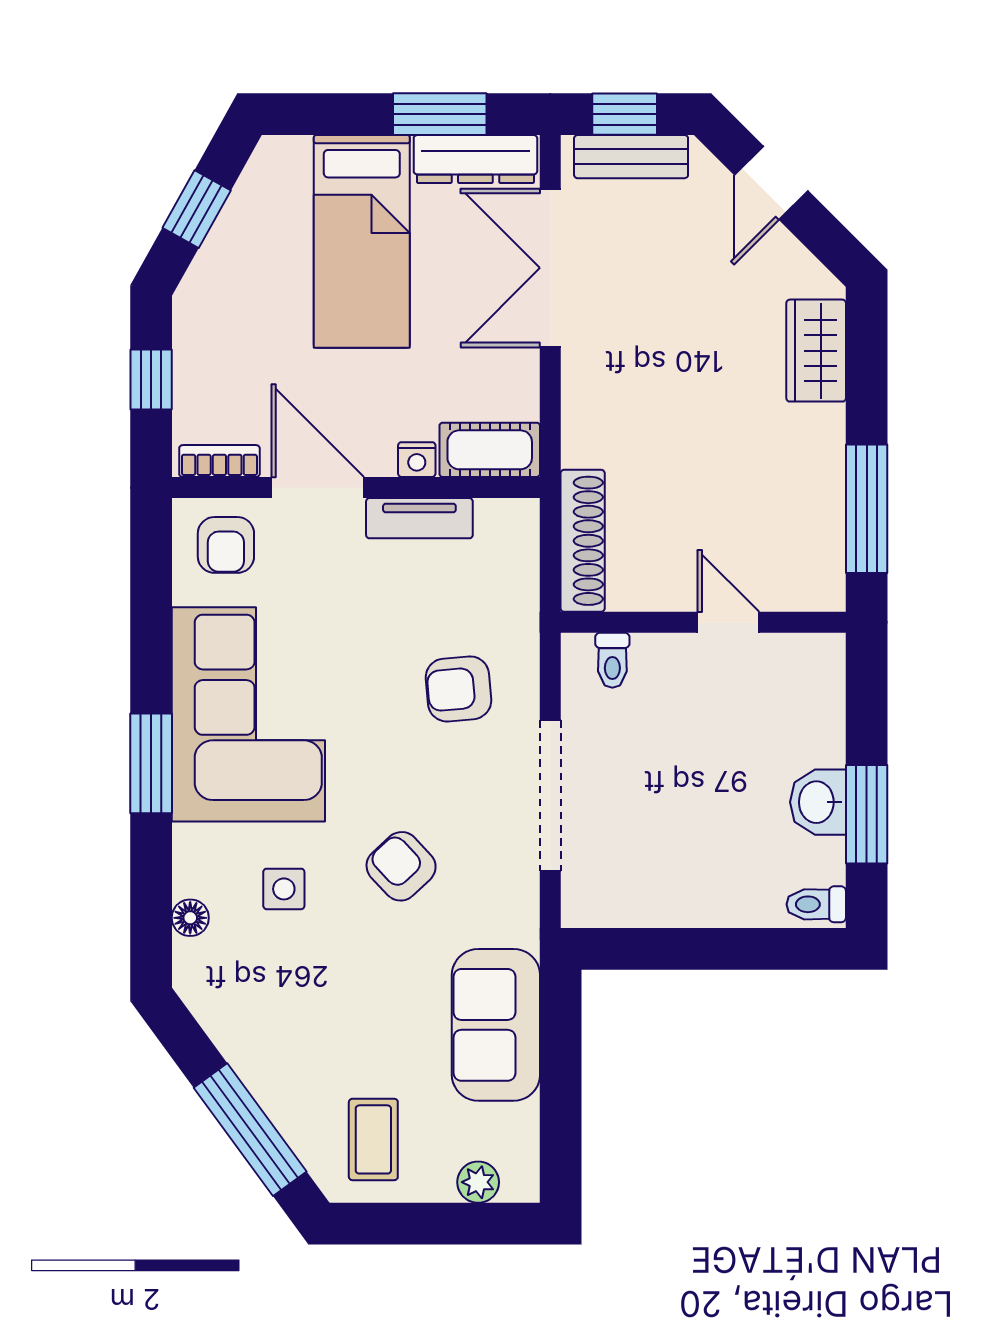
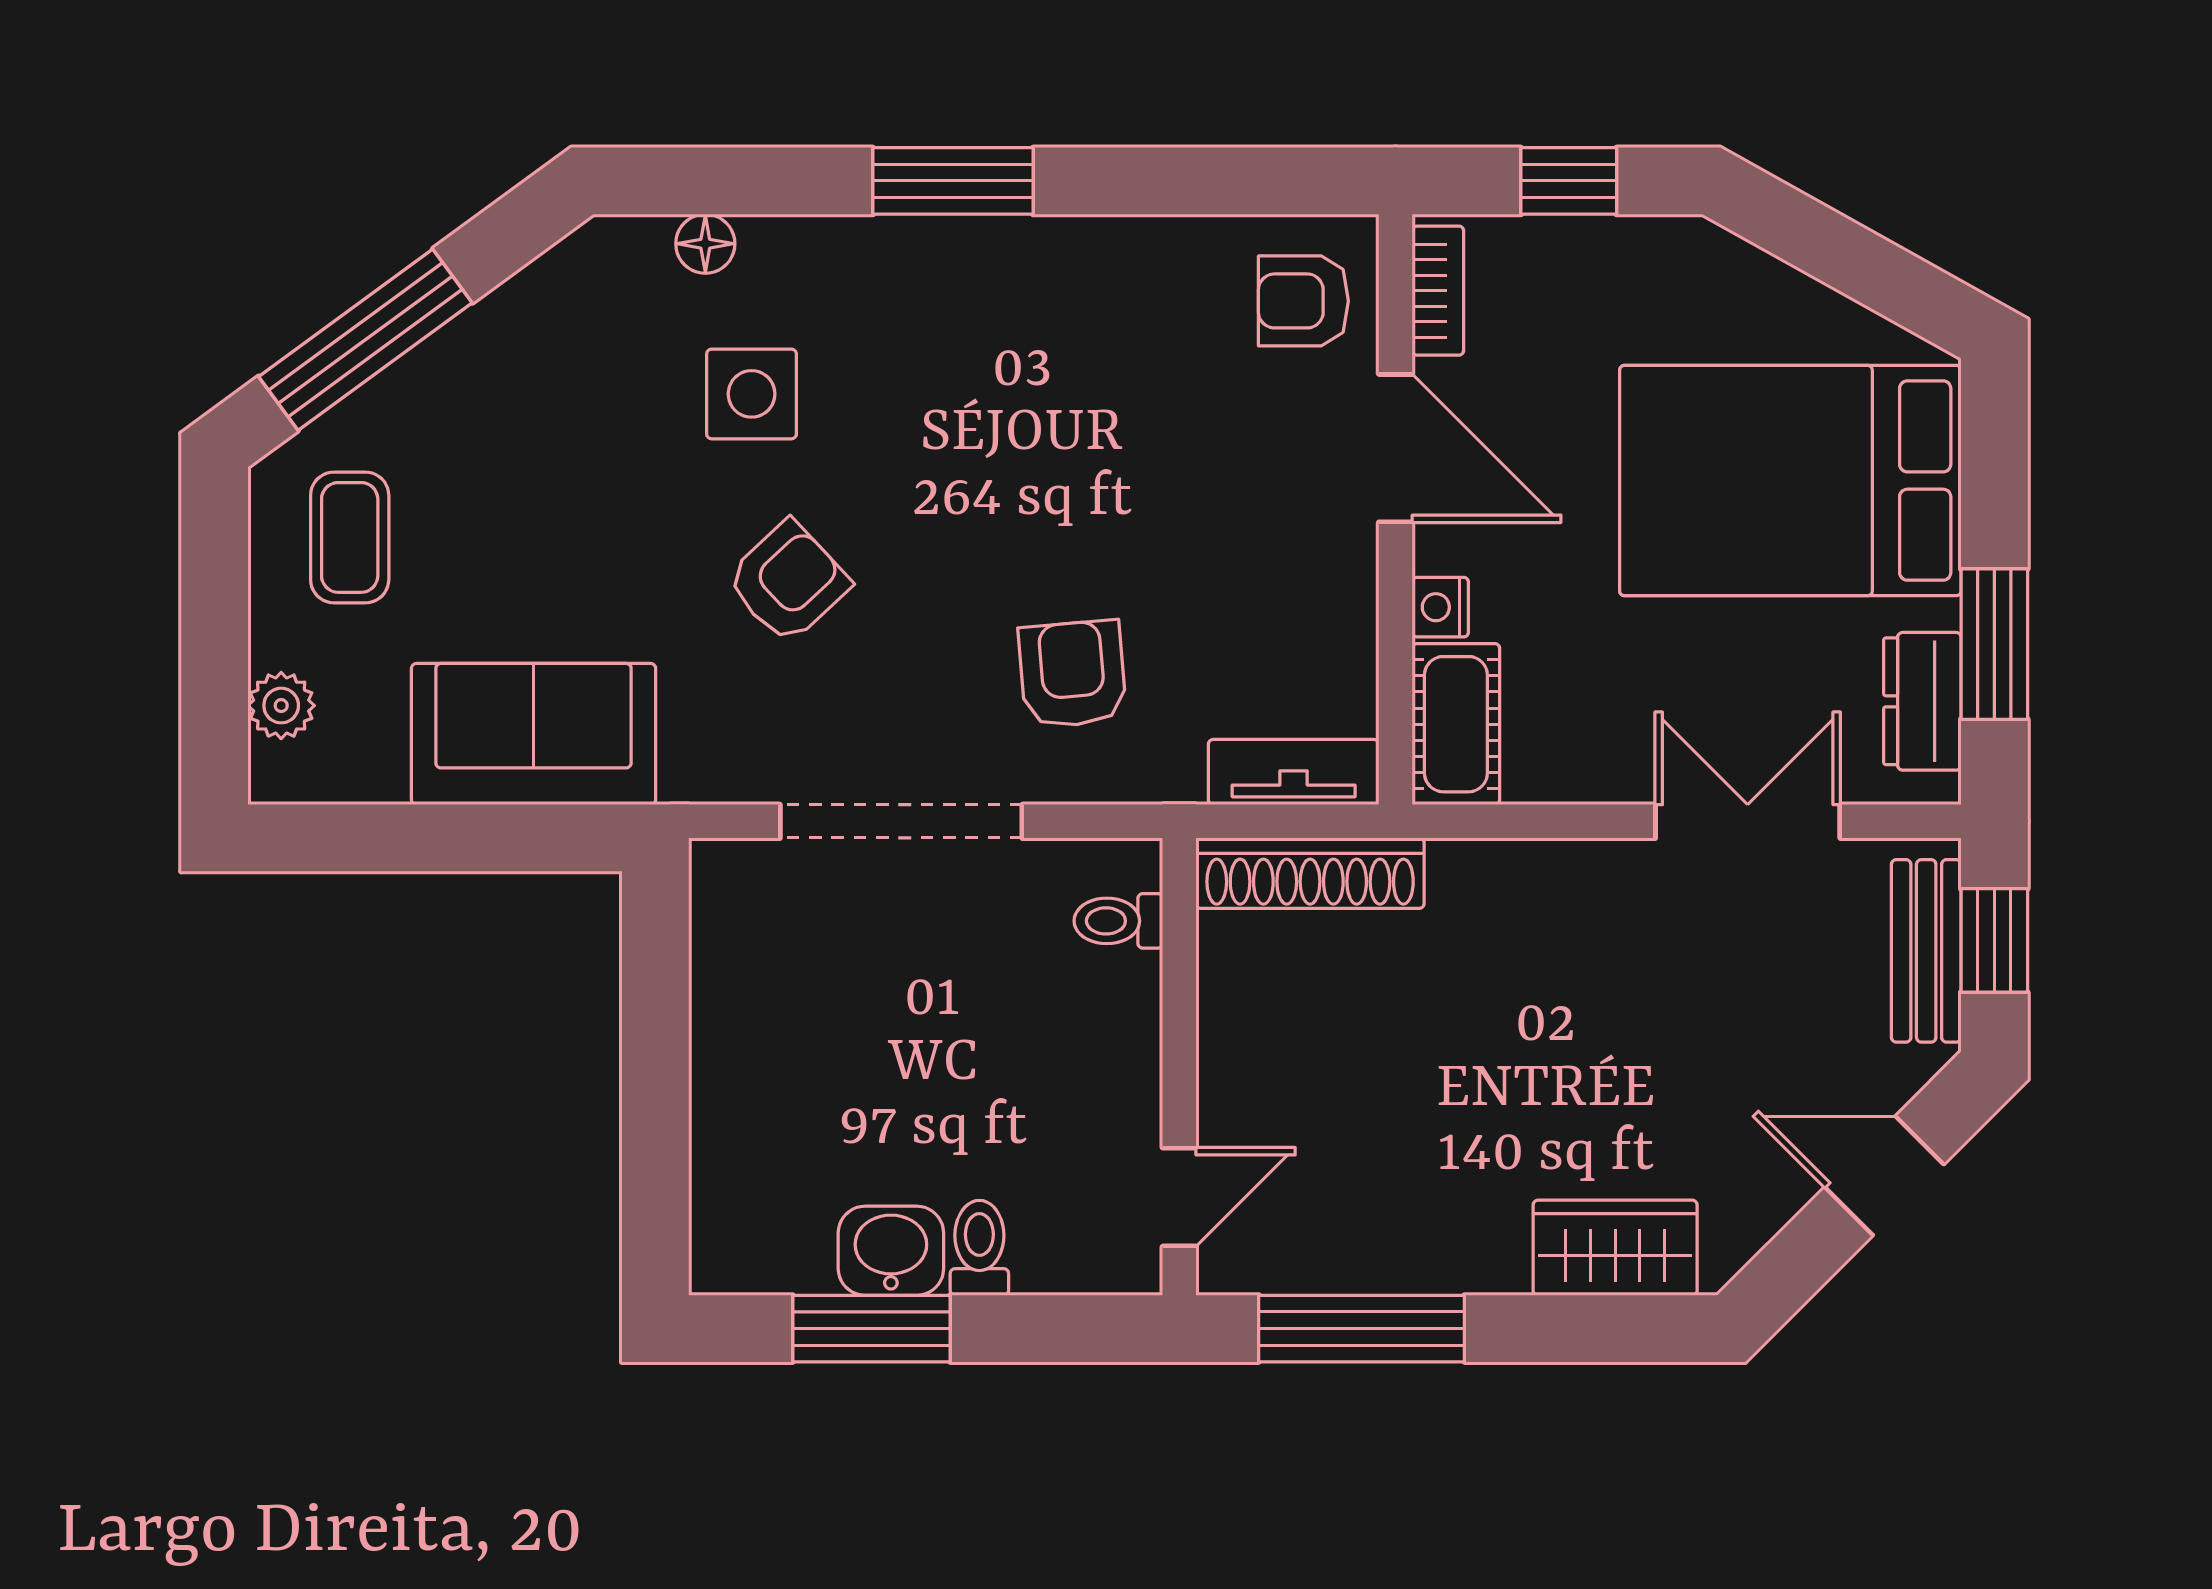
dresser: (475, 159) -> (1922, 701), width x0.70
window: (197, 209) -> (1842, 254), removed
bed: (362, 241) -> (1790, 481), width x1.50
double door: (550, 268) -> (1748, 821), width x0.73
door: (318, 487) -> (1396, 448), hinge flipped
tv unit: (419, 518) -> (1294, 772), moved, turned 90
door: (728, 622) -> (1179, 1197), moved
corner sofa: (248, 714) -> (1032, 337), removed
side table: (284, 889) -> (752, 394), width x1.37, depth x1.37
toilet: (816, 904) -> (979, 1248), moved
coffee table: (373, 1139) -> (350, 537), turned 90

